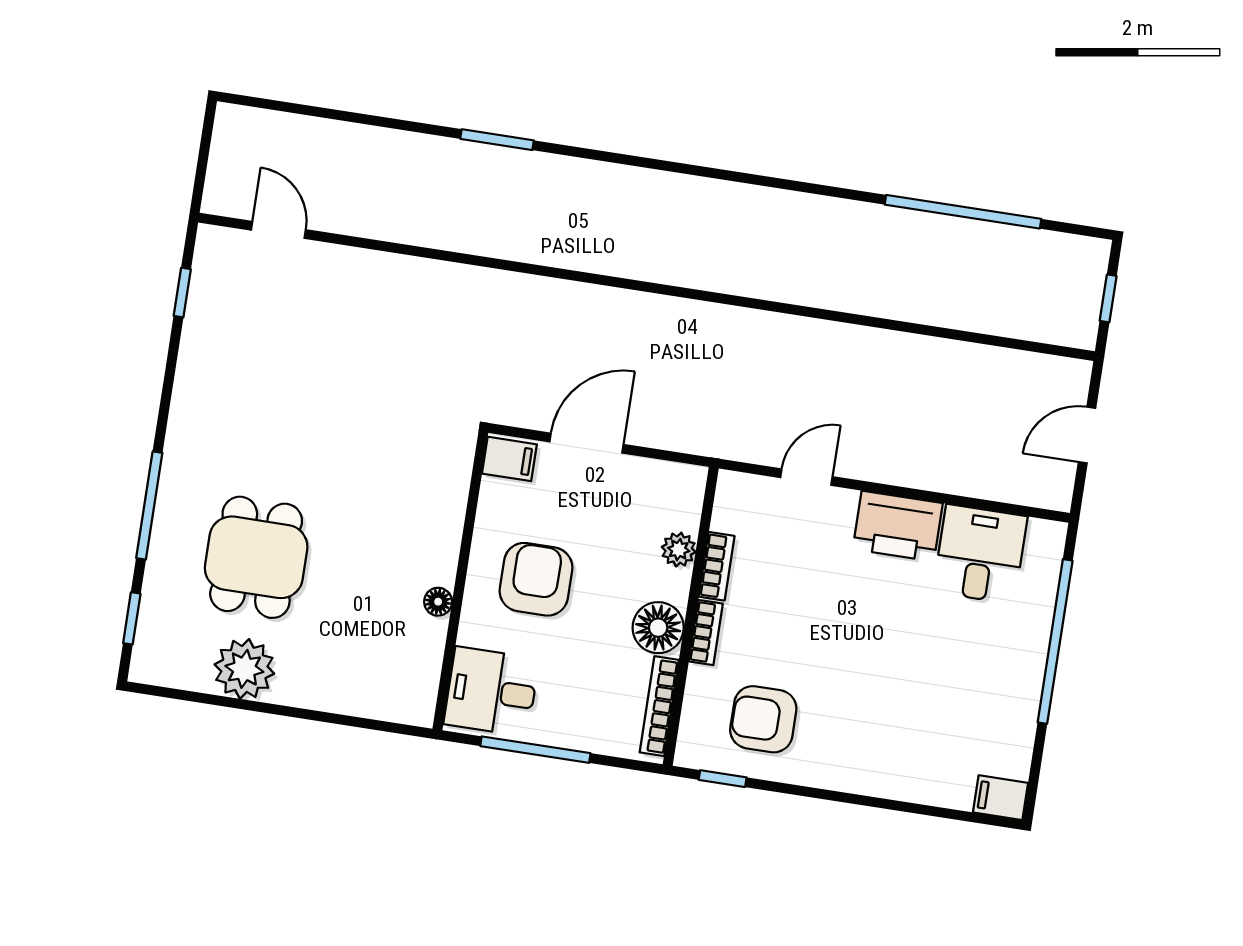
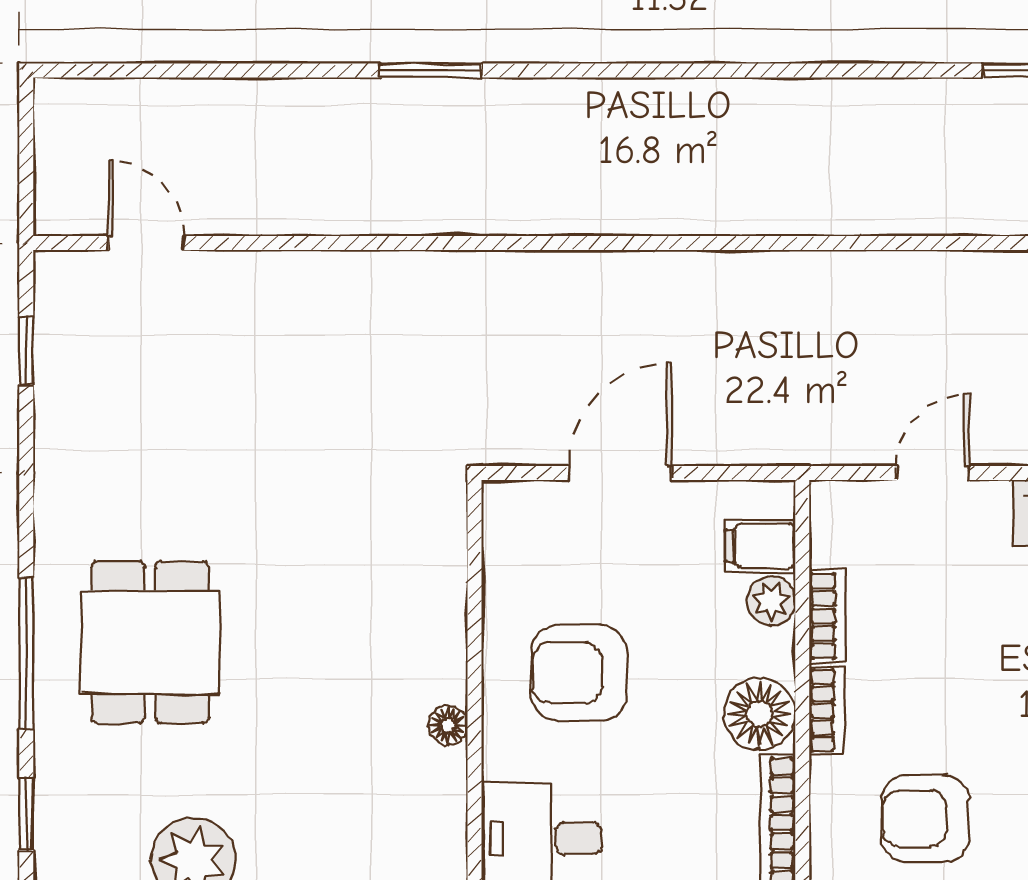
filing cabinet: (509, 459) -> (760, 546), moved, turned 180
dining table: (256, 557) -> (150, 642), moved
armchair: (536, 579) -> (579, 673), turned -90

